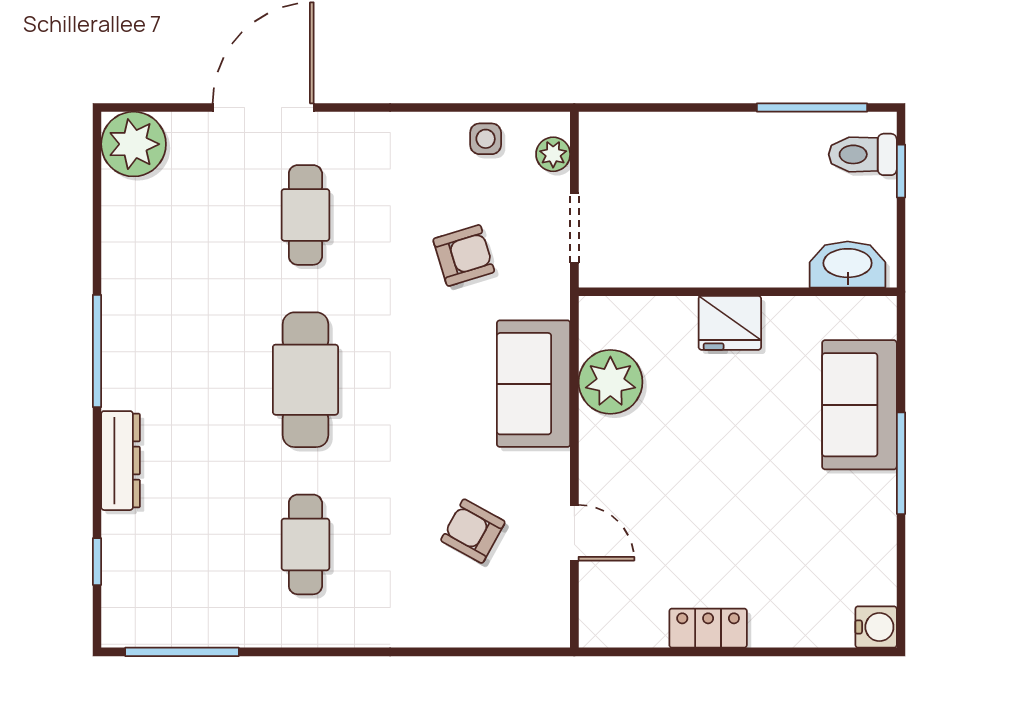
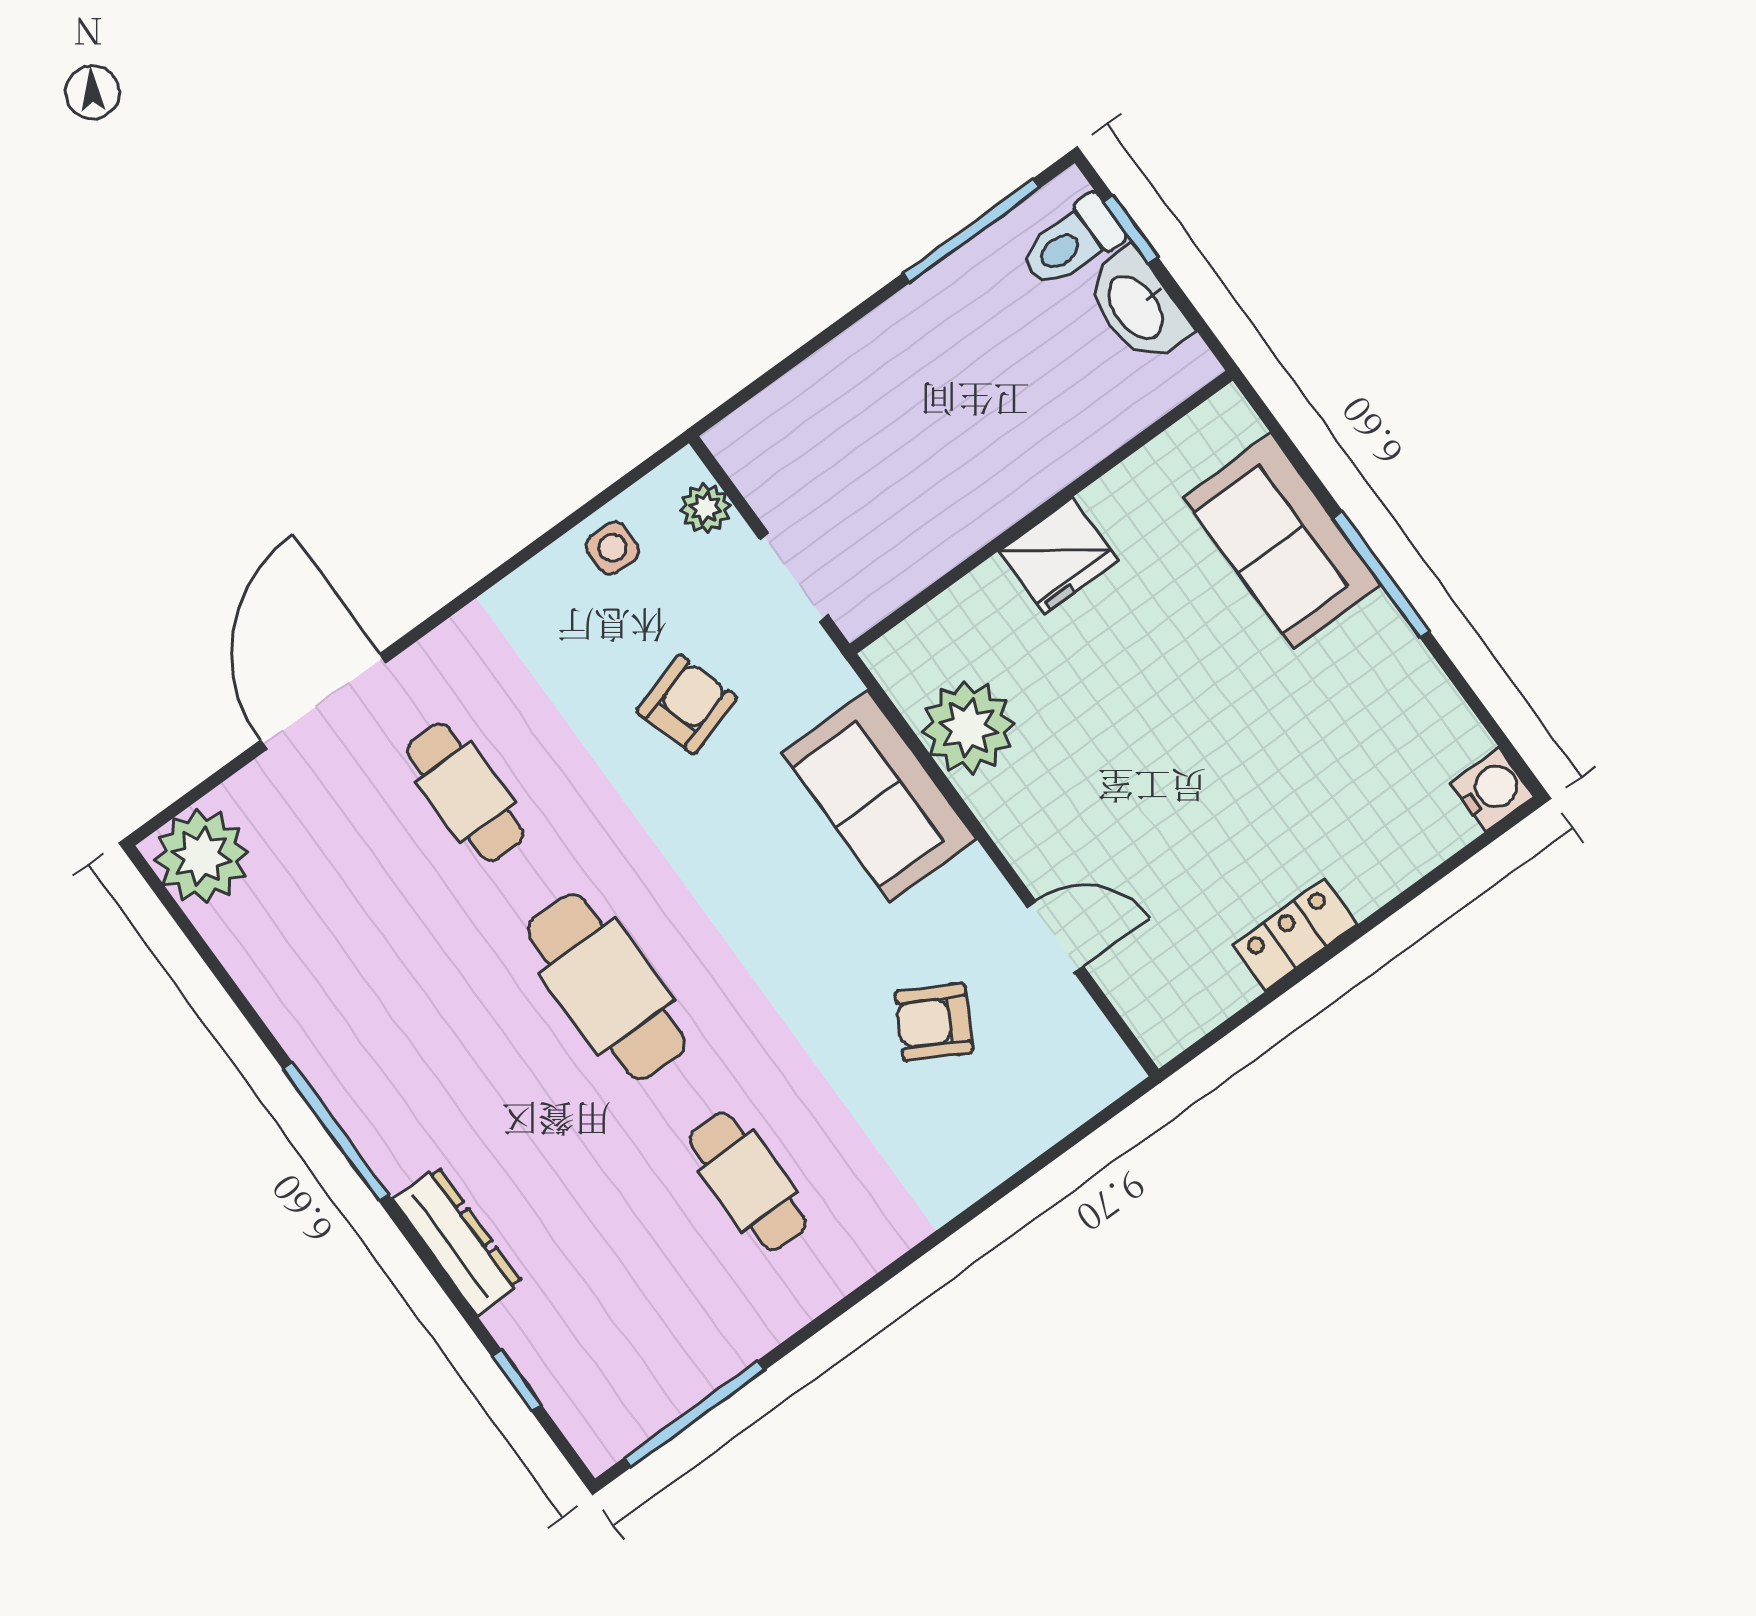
washbasin: (848, 264) -> (1137, 306), moved, turned -90

